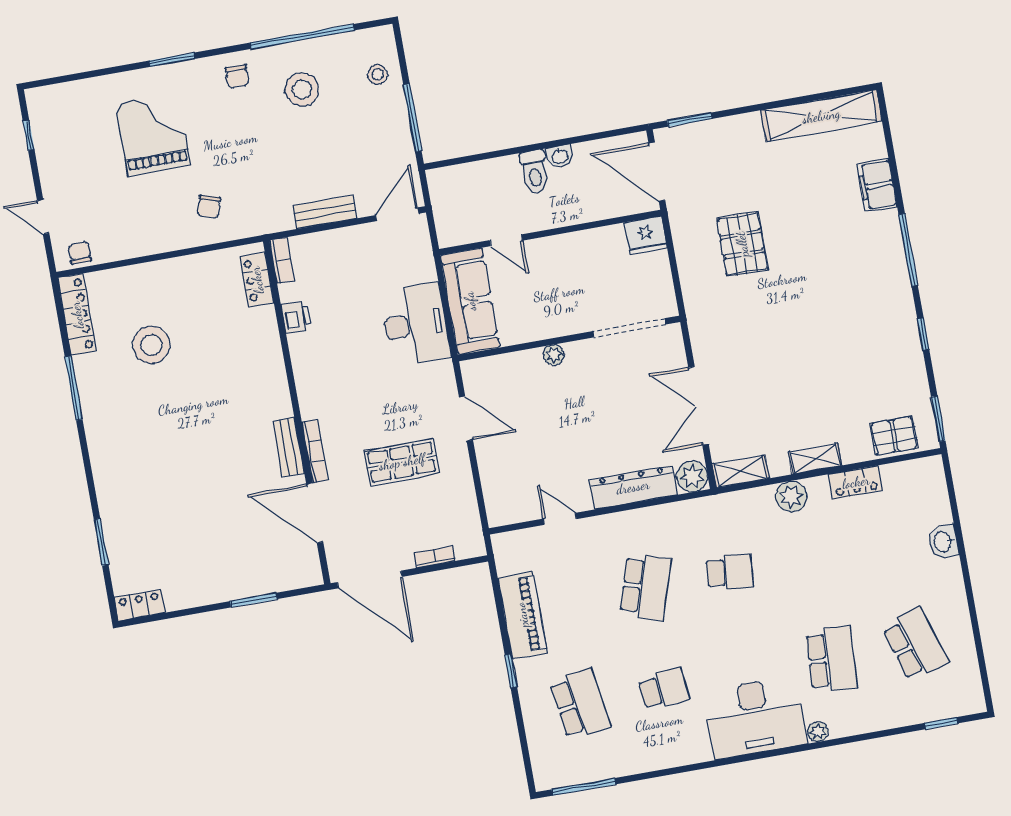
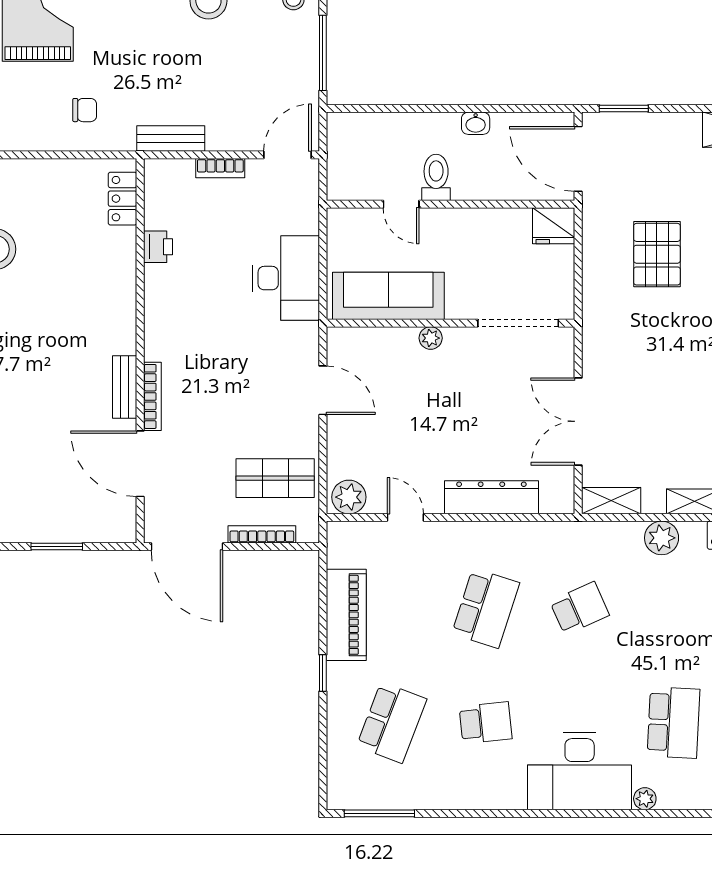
toilet: (535, 172) -> (436, 177), moved, turned 180
chair: (209, 207) -> (85, 110), turned -107
bench: (325, 212) -> (171, 139), moved
bookcase: (282, 261) -> (220, 168), moved, turned 90
sofa: (470, 301) -> (388, 296), moved, turned -90
shop shelf: (402, 462) -> (275, 478), moved
plant: (692, 476) -> (349, 497), moved
bookcase: (434, 557) -> (262, 534), width x1.56
school desk: (729, 572) -> (580, 608), turned -30
school desk: (580, 704) -> (392, 723), turned 30

